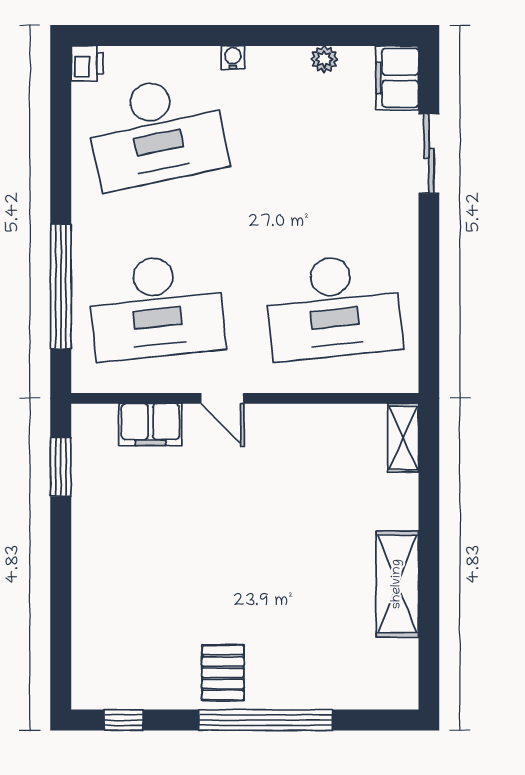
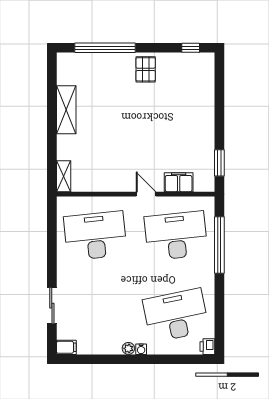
plant: (324, 59) -> (128, 348), moved
filing cabinet: (397, 78) -> (66, 347), width x0.50
window: (266, 720) -> (105, 48), moved

